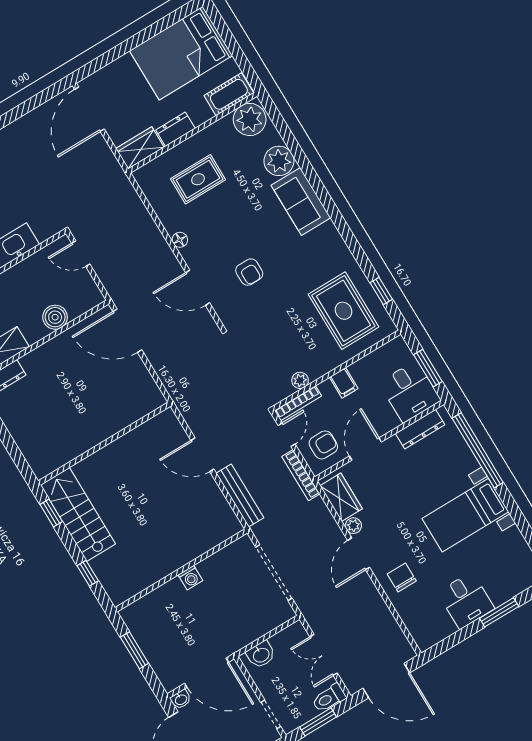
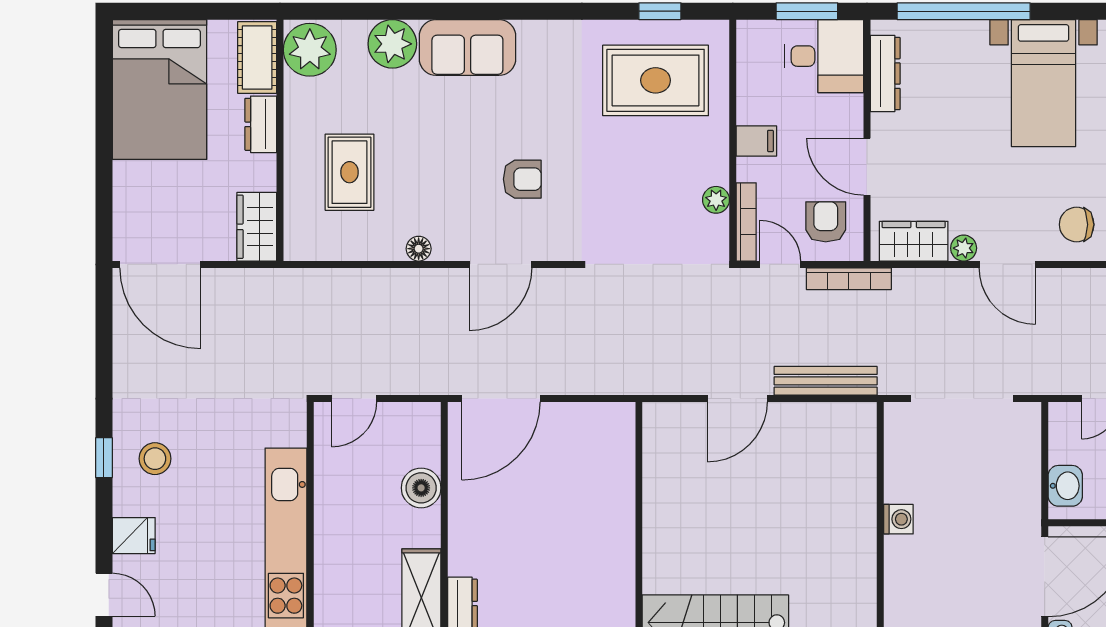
dresser: (175, 129) -> (261, 124), moved

